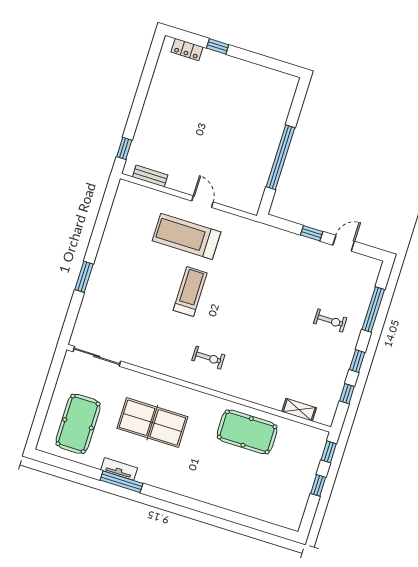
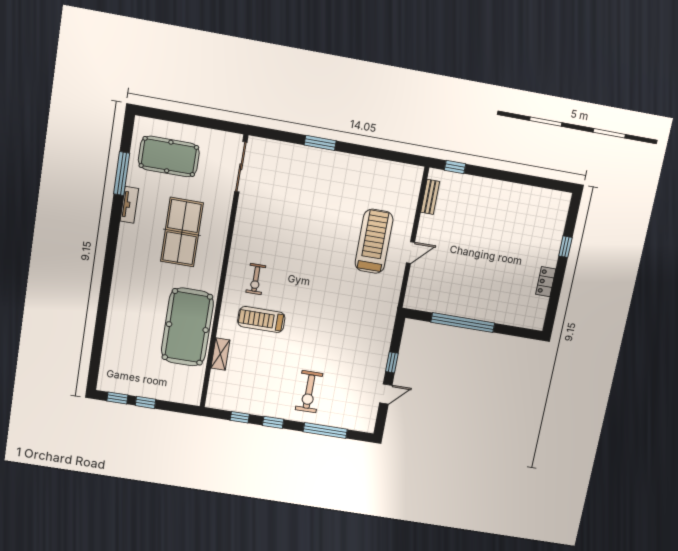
locker: (187, 50) -> (546, 282), moved
door: (344, 243) -> (386, 394), hinge flipped
treadmill: (190, 292) -> (261, 319), moved, turned 180
exercise bike: (330, 321) -> (309, 392), width x1.38, depth x1.39
shelving: (299, 410) -> (220, 354), moved
pool table: (247, 432) -> (187, 327), width x1.36, depth x1.32
window: (329, 452) -> (117, 398), moved
window: (122, 482) -> (122, 174), moved

